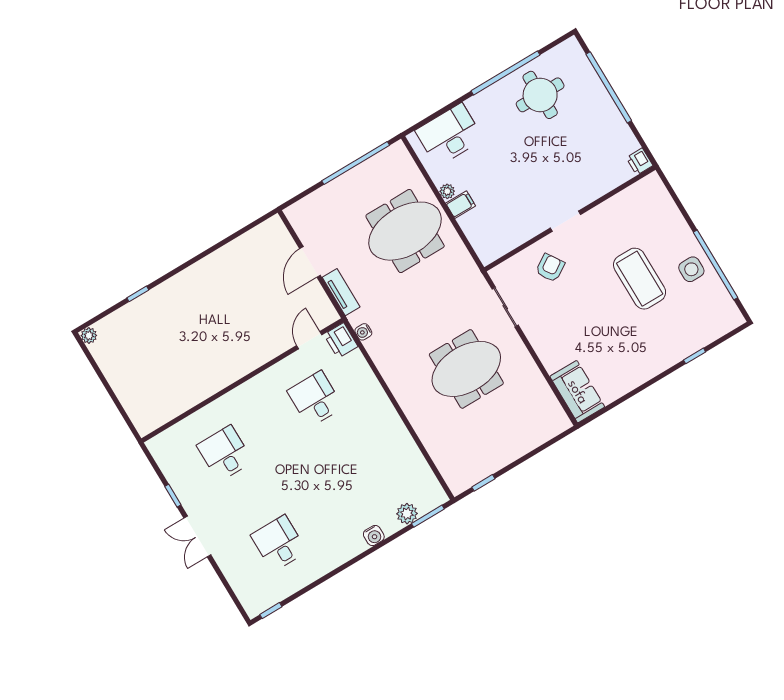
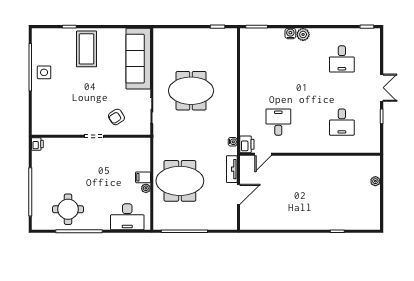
coffee table: (640, 279) -> (87, 49), moved
plant: (89, 335) -> (375, 181), moved
sofa: (577, 392) -> (138, 59), width x1.85, depth x1.27
desk: (315, 399) -> (278, 122), turned 180
plant: (407, 514) -> (303, 34), moved

